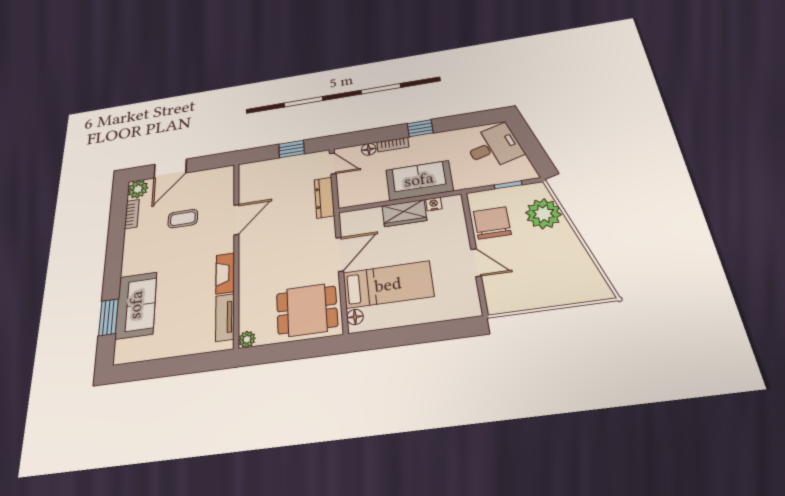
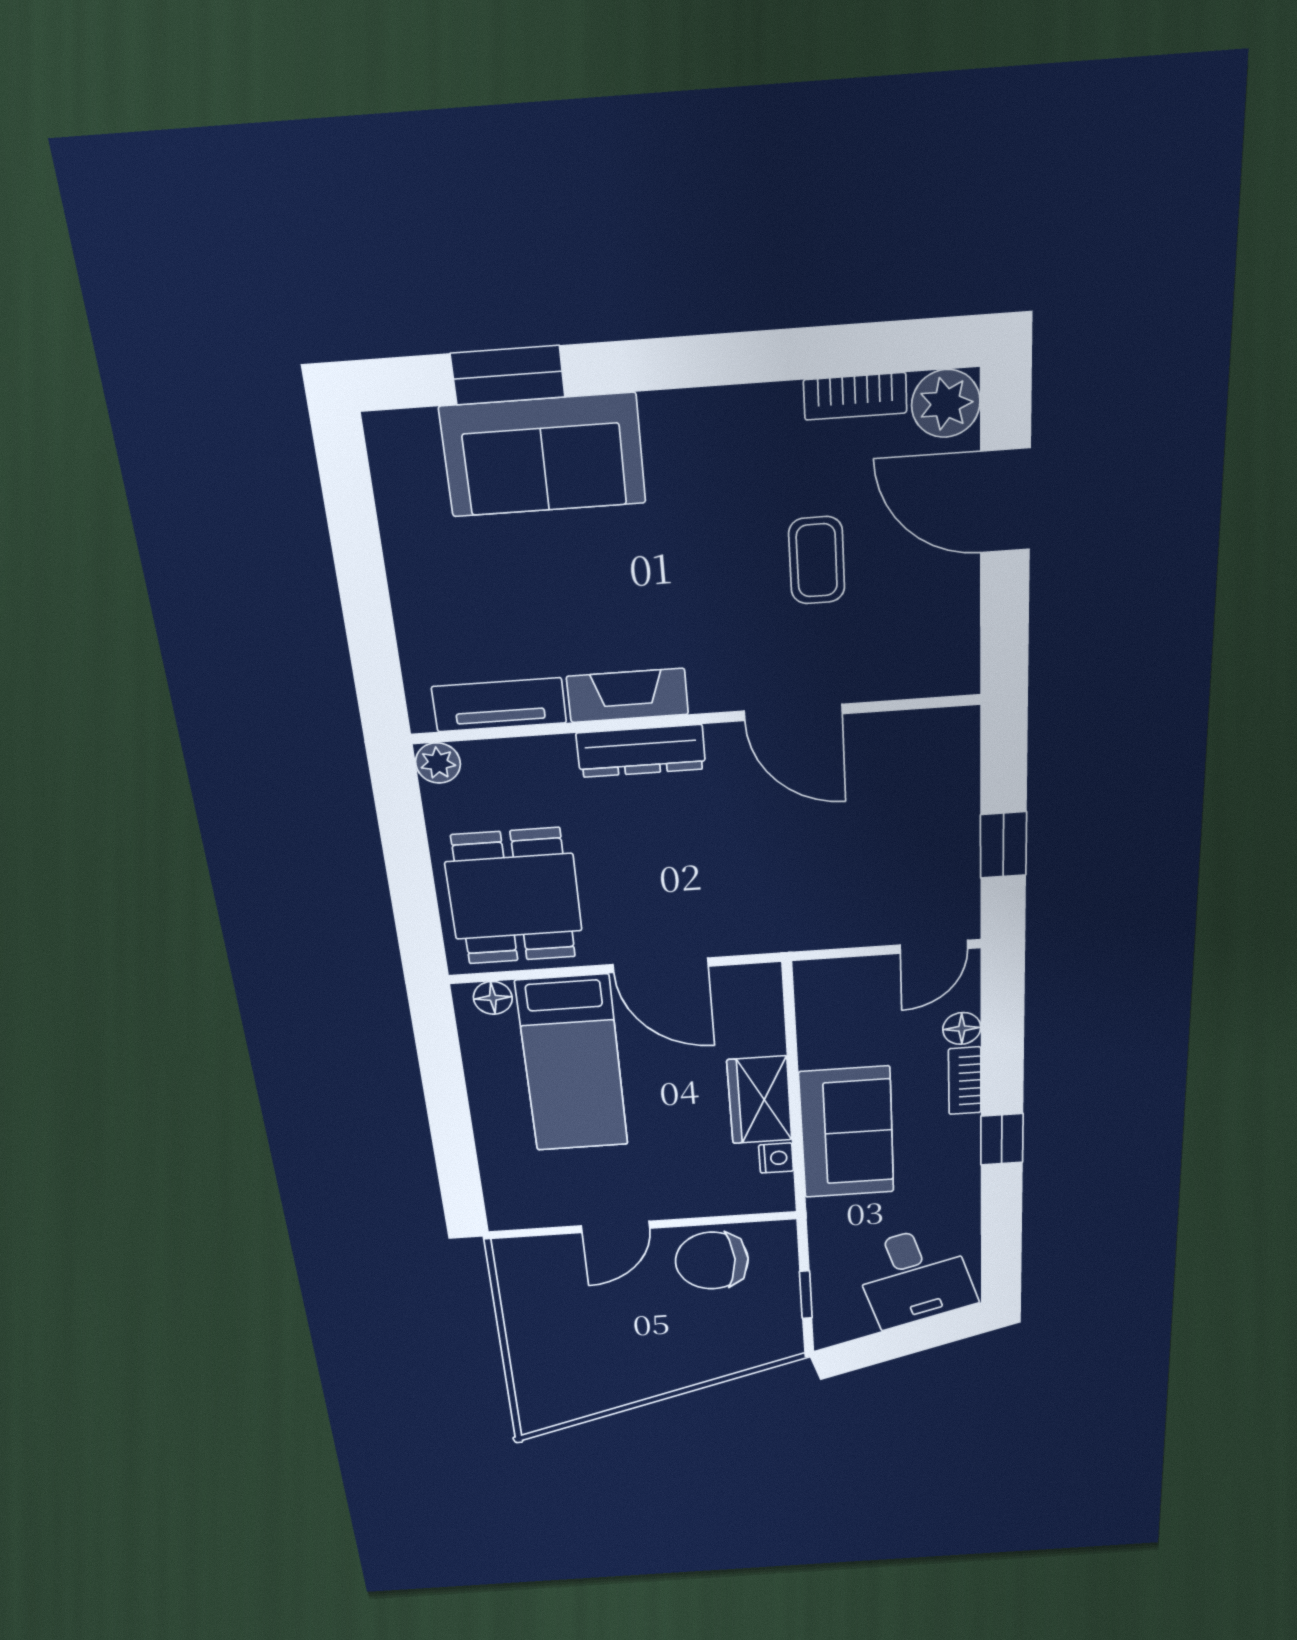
dresser: (324, 198) -> (641, 751), moved, turned 180
plant: (543, 214) -> (723, 1347), removed
chair: (492, 223) -> (712, 1261), turned 180

